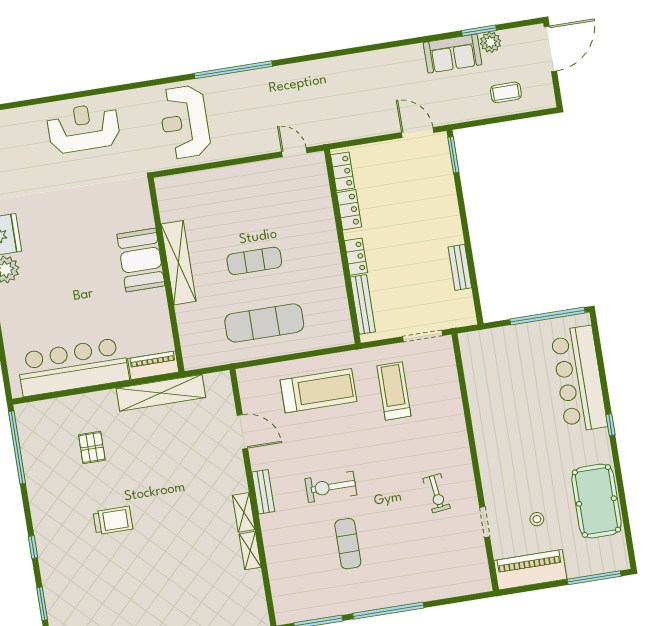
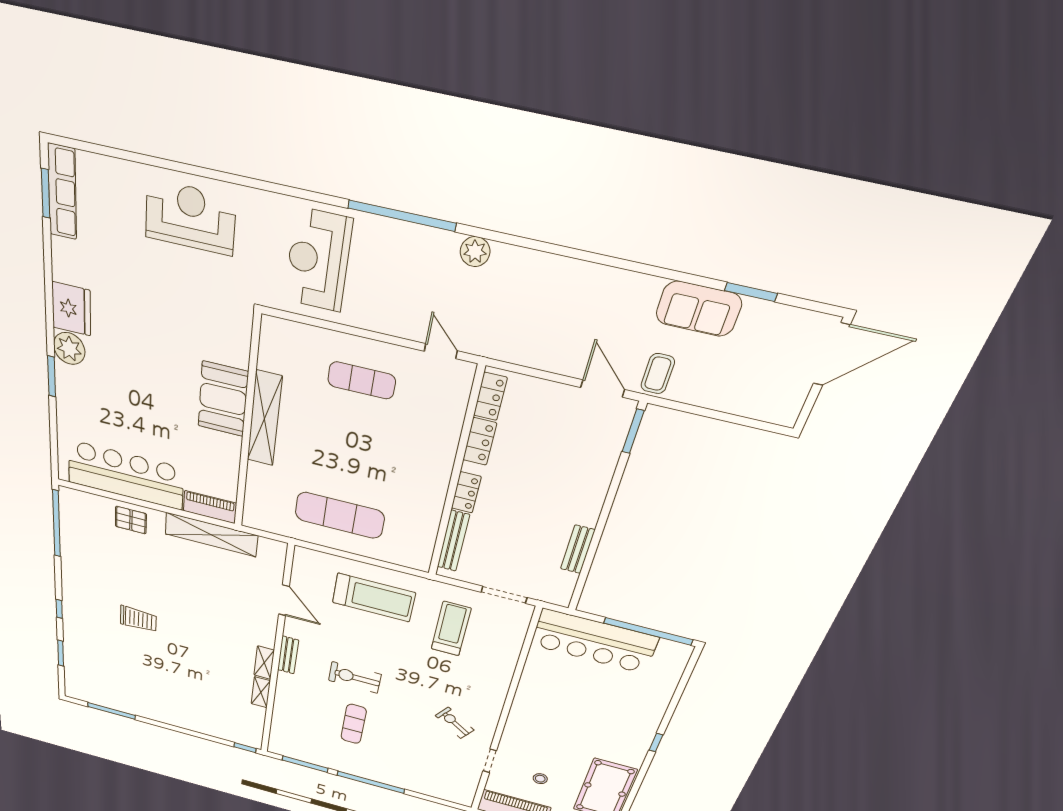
plant: (491, 42) -> (475, 252), moved
coffee table: (506, 92) -> (658, 374), moved, turned 90
exercise mat: (254, 261) -> (362, 380), moved
bar counter: (579, 379) -> (594, 641), moved, turned -90
pallet: (92, 447) -> (131, 520), moved, turned 90
exercise bike: (437, 493) -> (455, 723), turned 131

